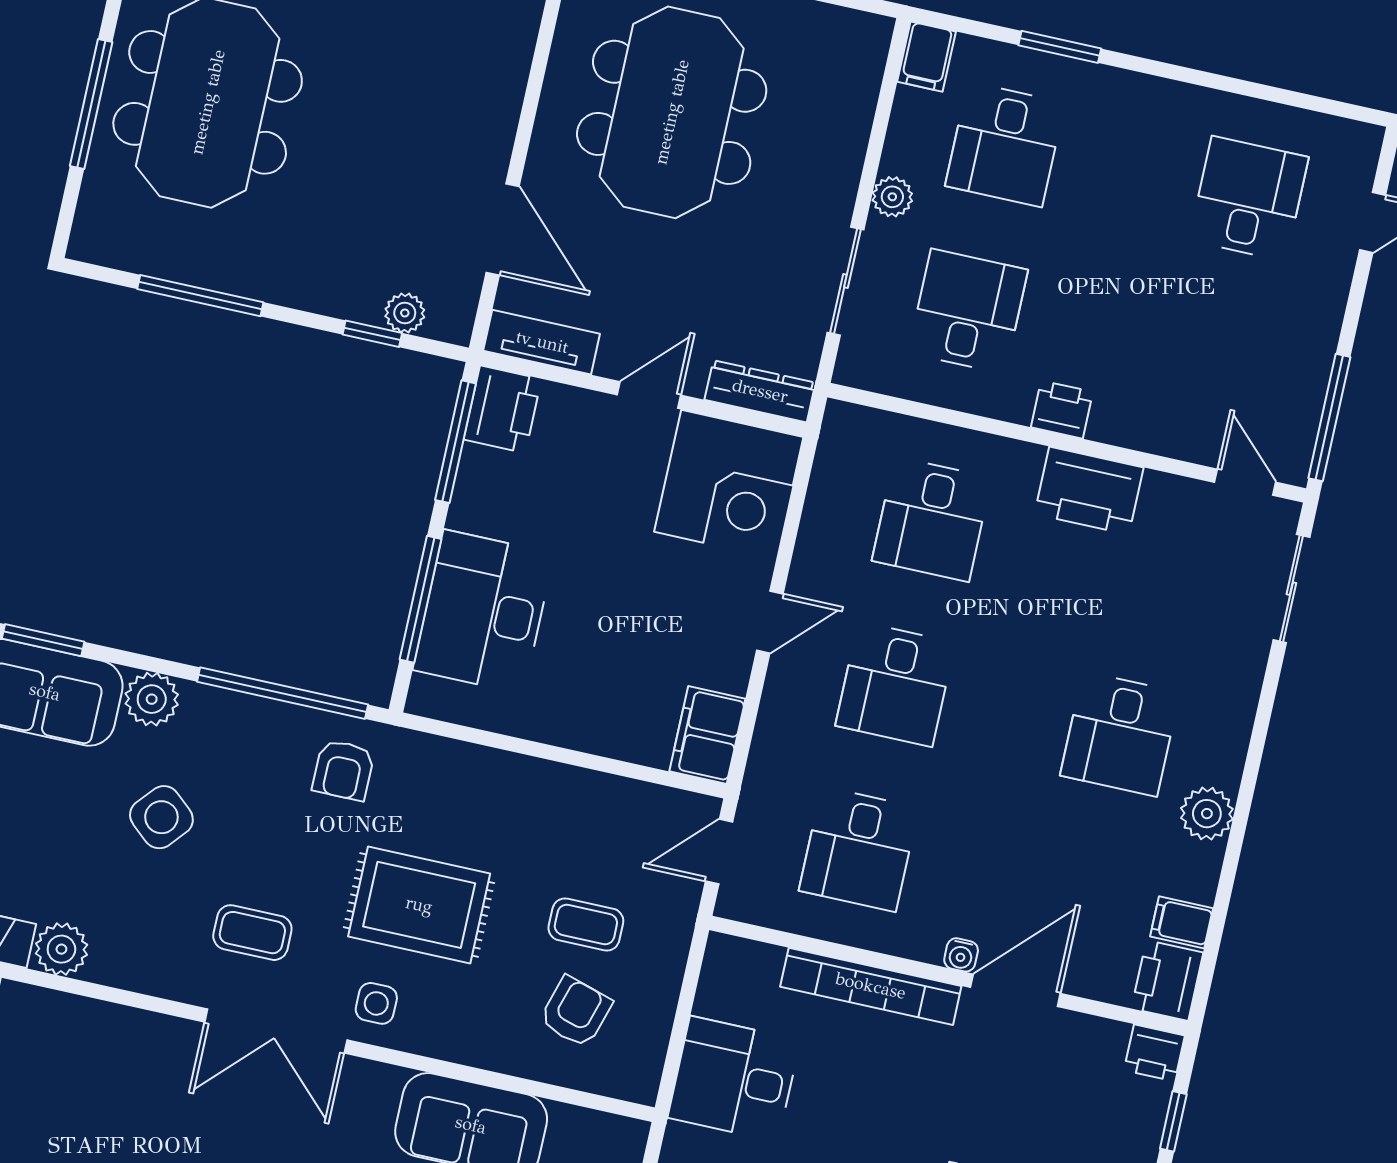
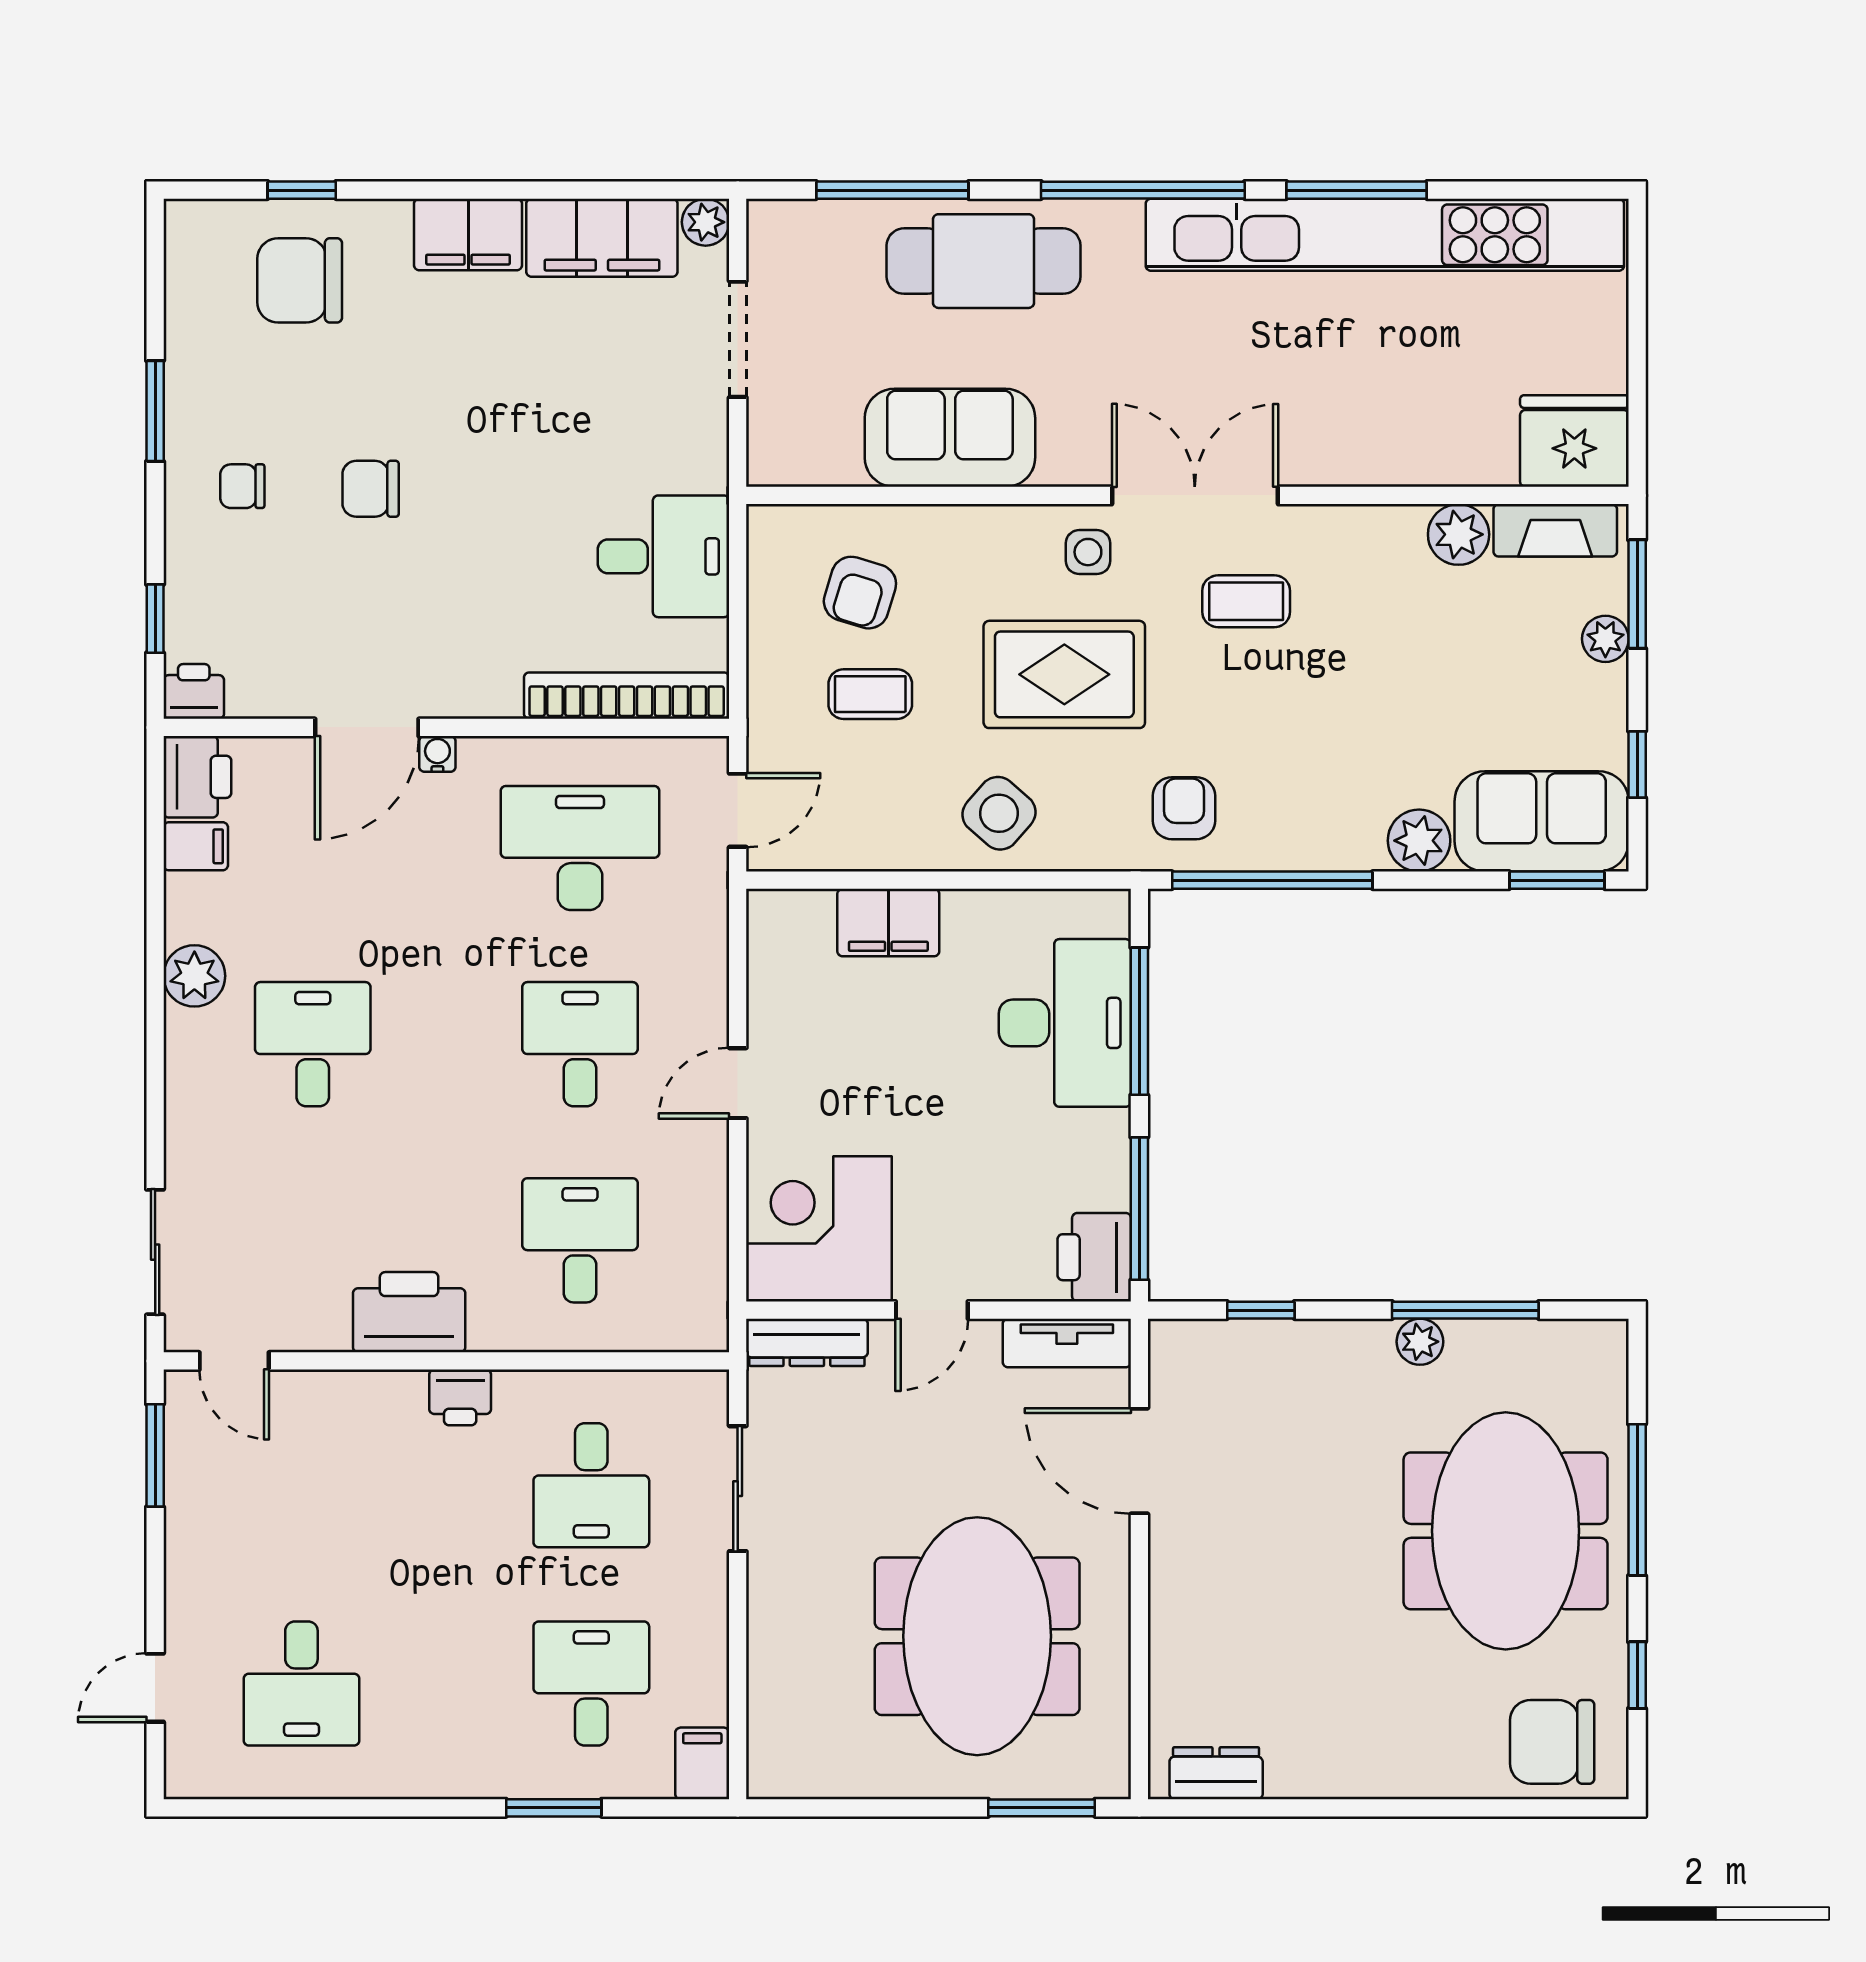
plant: (892, 197) -> (706, 1596), removed
plant: (405, 313) -> (1420, 1342), moved
window: (1329, 418) -> (155, 1455), width x0.69
filing cabinet: (707, 735) -> (888, 923), moved, turned 90
side table: (161, 817) -> (999, 813), moved
desk: (859, 849) -> (580, 848), width x1.37
bookcase: (871, 986) -> (627, 696), moved

